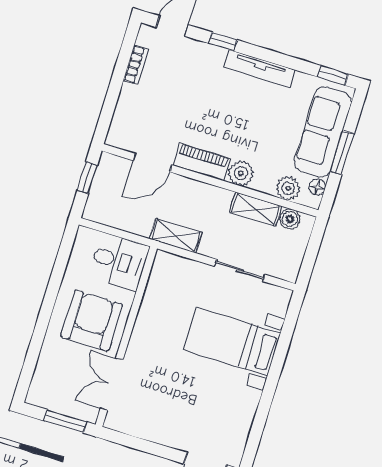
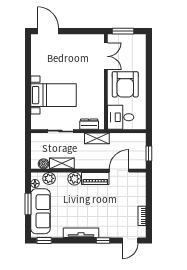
dresser: (182, 267) -> (89, 124), added

